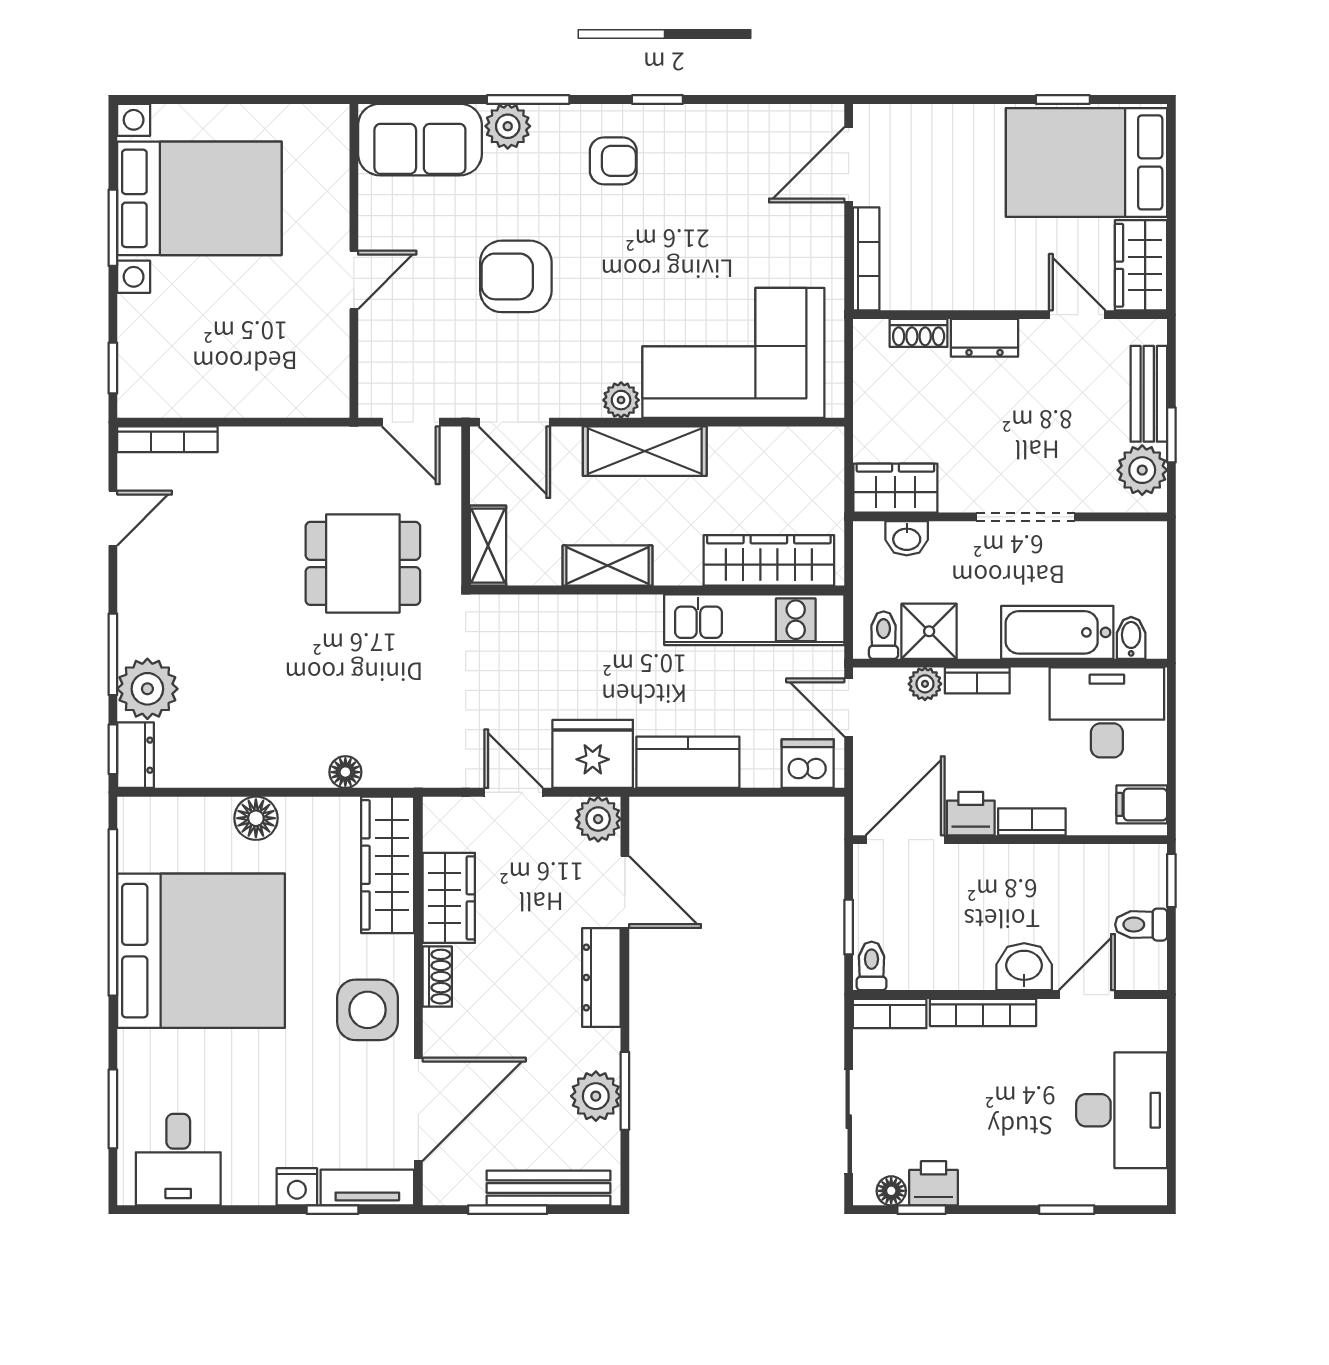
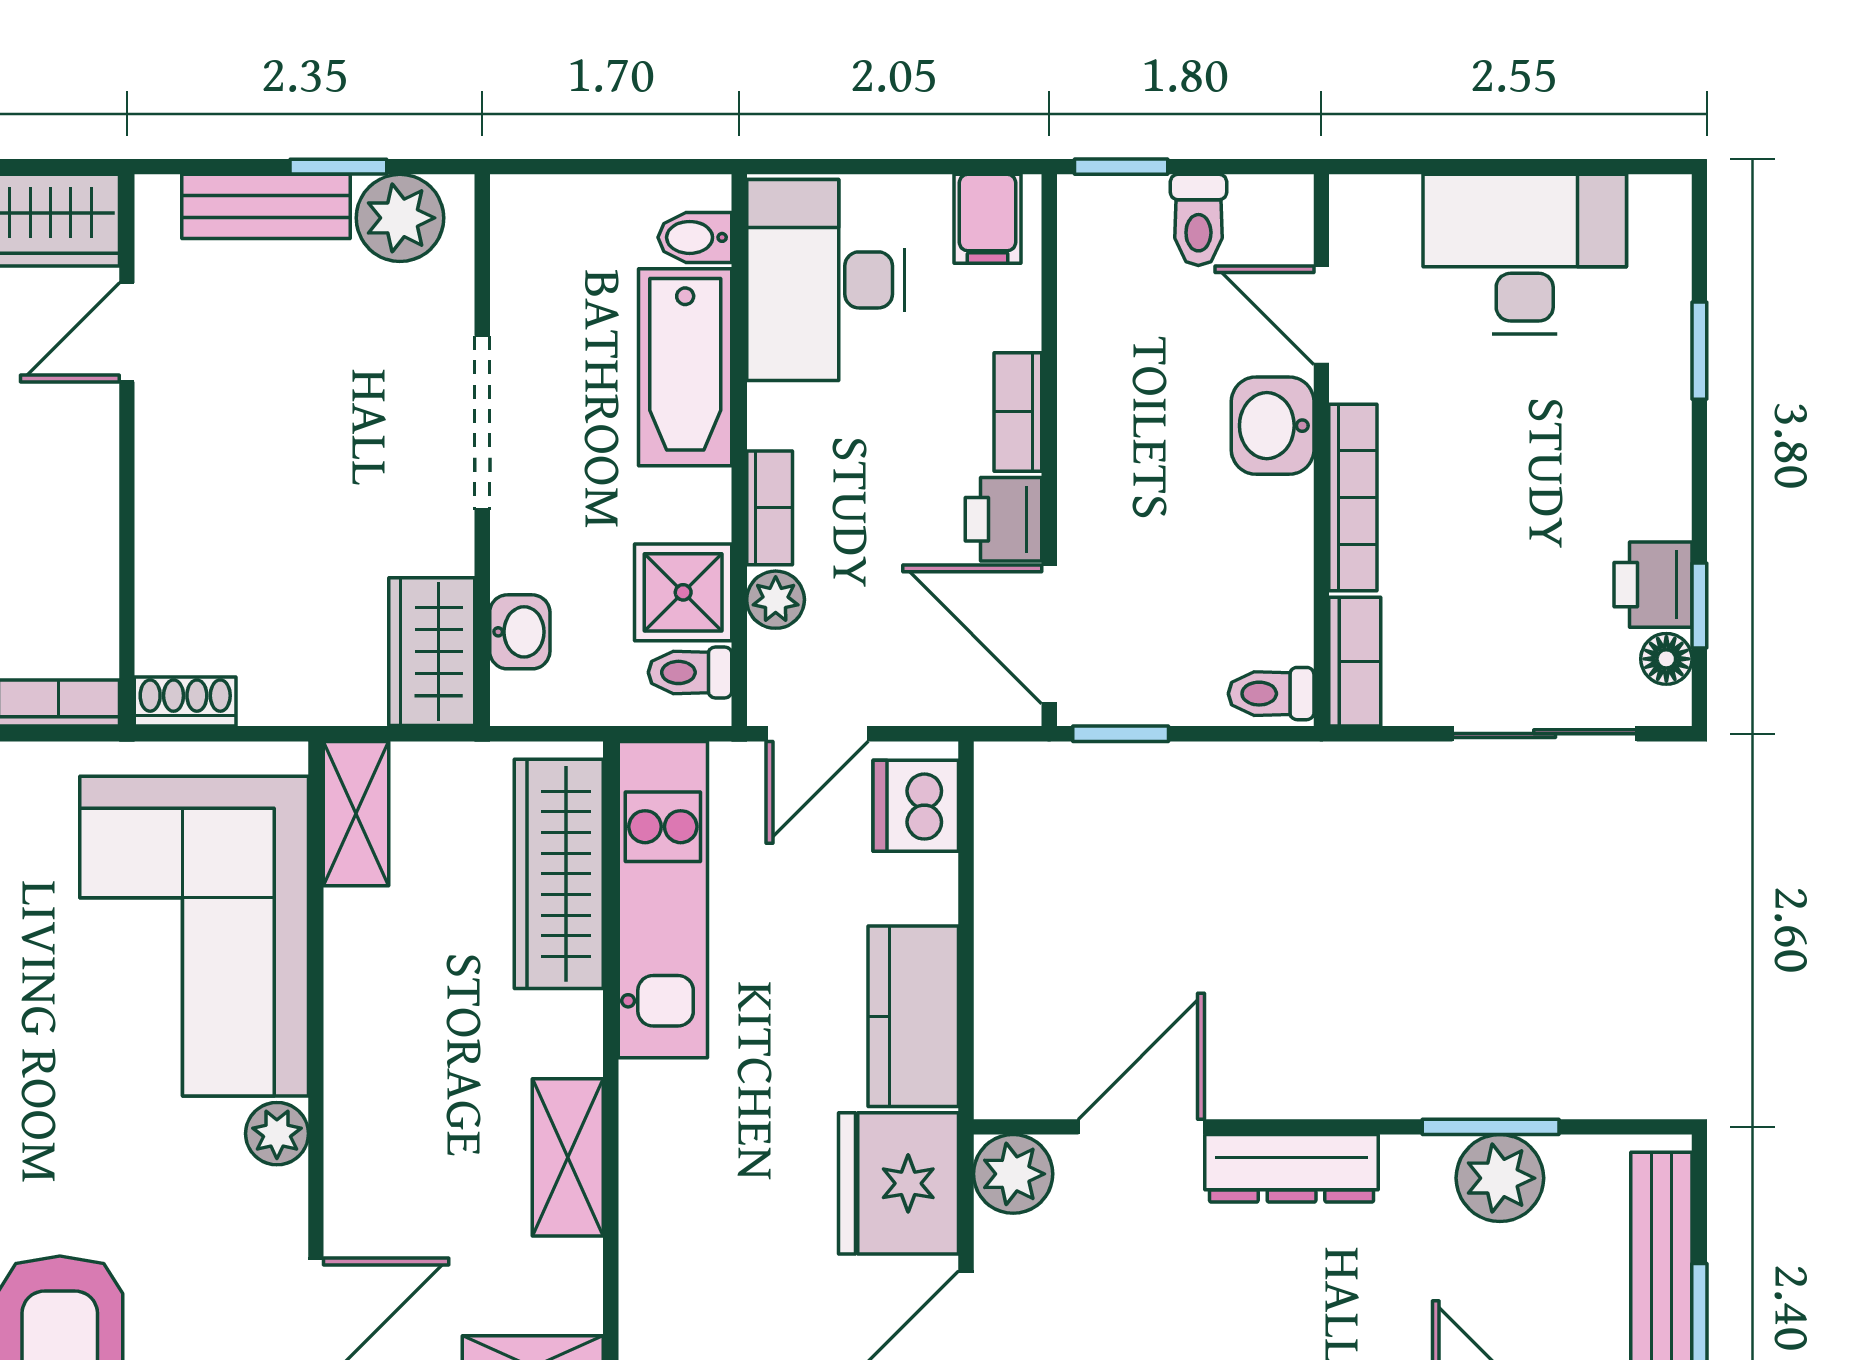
shoe rack: (919, 333) -> (185, 701), moved, turned -90
dresser: (984, 338) -> (168, 495), removed
shelving: (645, 451) -> (356, 814), moved, width x0.67, depth x0.75
window: (849, 927) -> (1121, 734), moved

